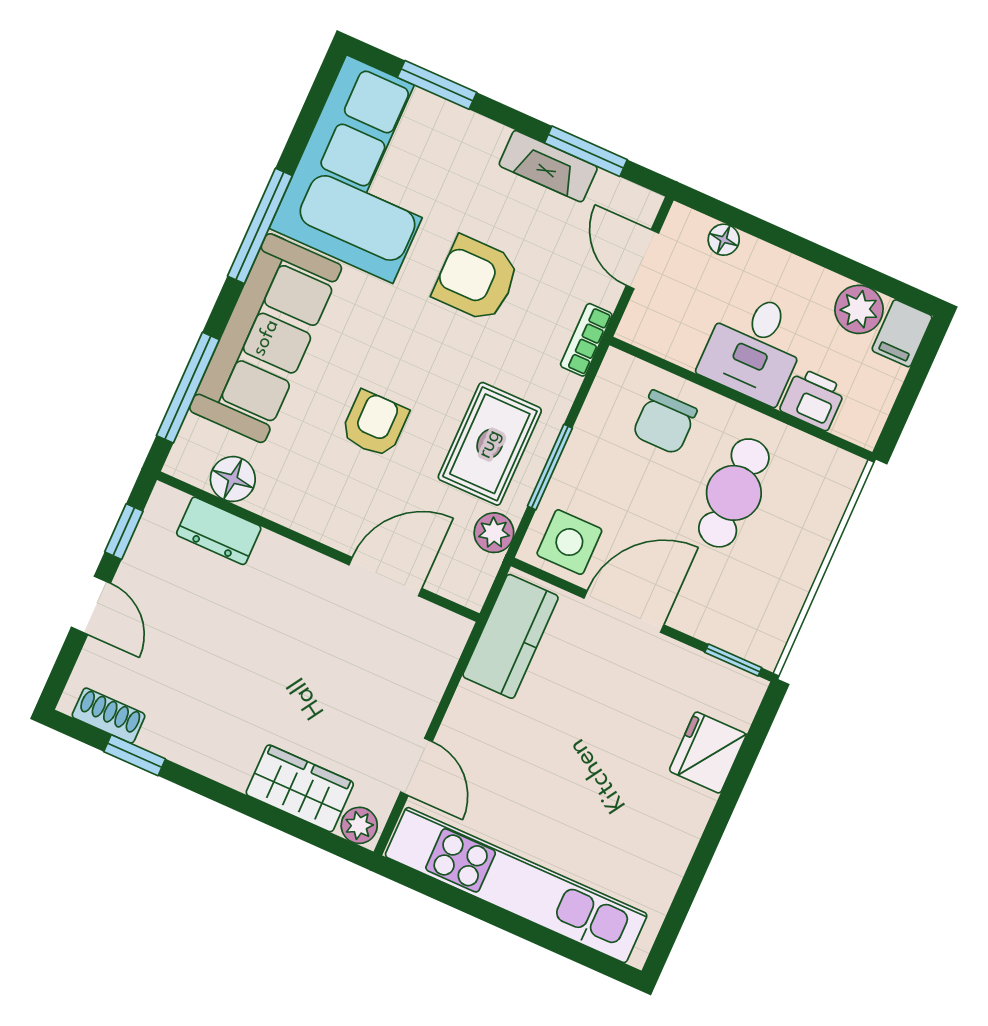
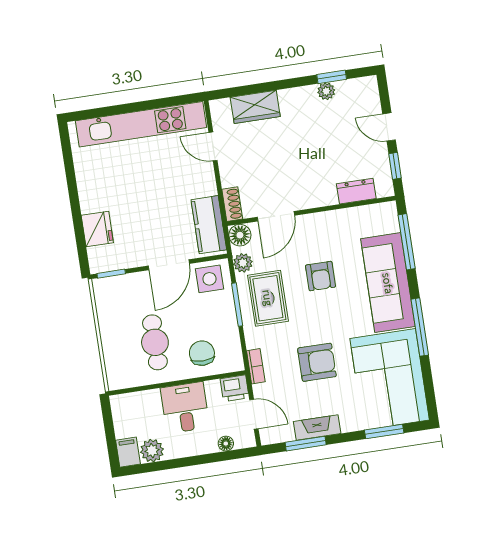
printer: (813, 399) -> (235, 388), moved
floor lamp: (233, 479) -> (240, 235), moved
shoe rack: (109, 716) -> (232, 204), moved, turned -90
plant: (359, 825) -> (326, 91), moved

